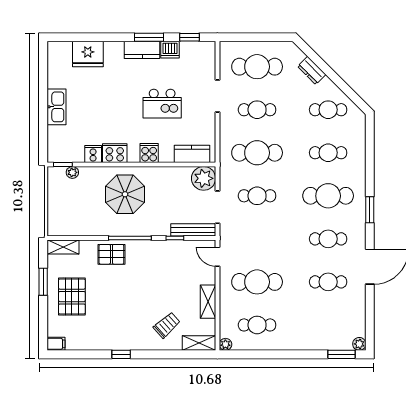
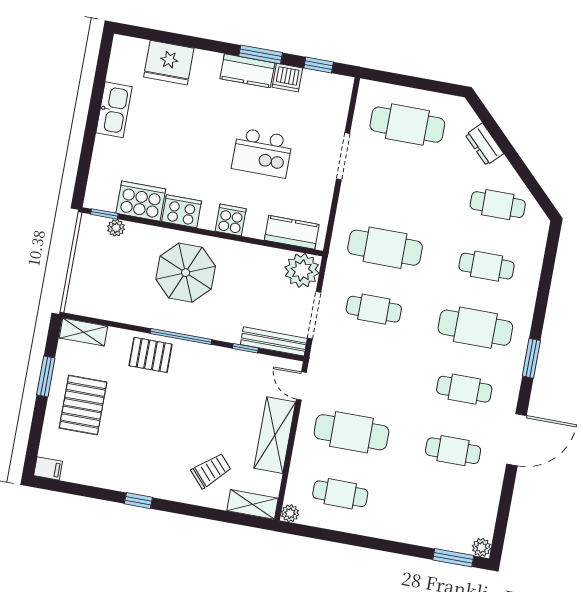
kitchen sink: (57, 107) -> (114, 110), moved
cafe table: (257, 110) -> (396, 186), removed
cooker: (93, 154) -> (141, 201), width x1.87, depth x1.31
shelving: (208, 302) -> (275, 435), width x1.50, depth x1.33

